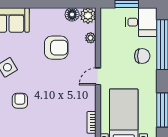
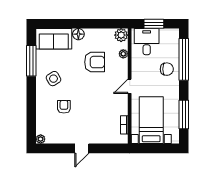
floor lamp: (72, 14) -> (78, 34), moved
desk: (141, 22) -> (147, 42), moved, turned -90

